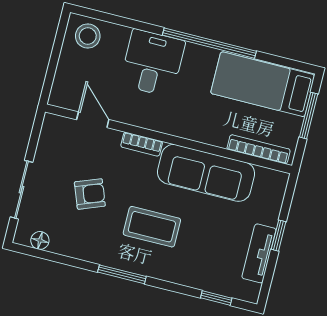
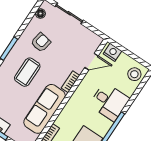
nightstand: (63, 89) -> (112, 52), added
armchair: (90, 194) -> (41, 42), moved, turned -149

